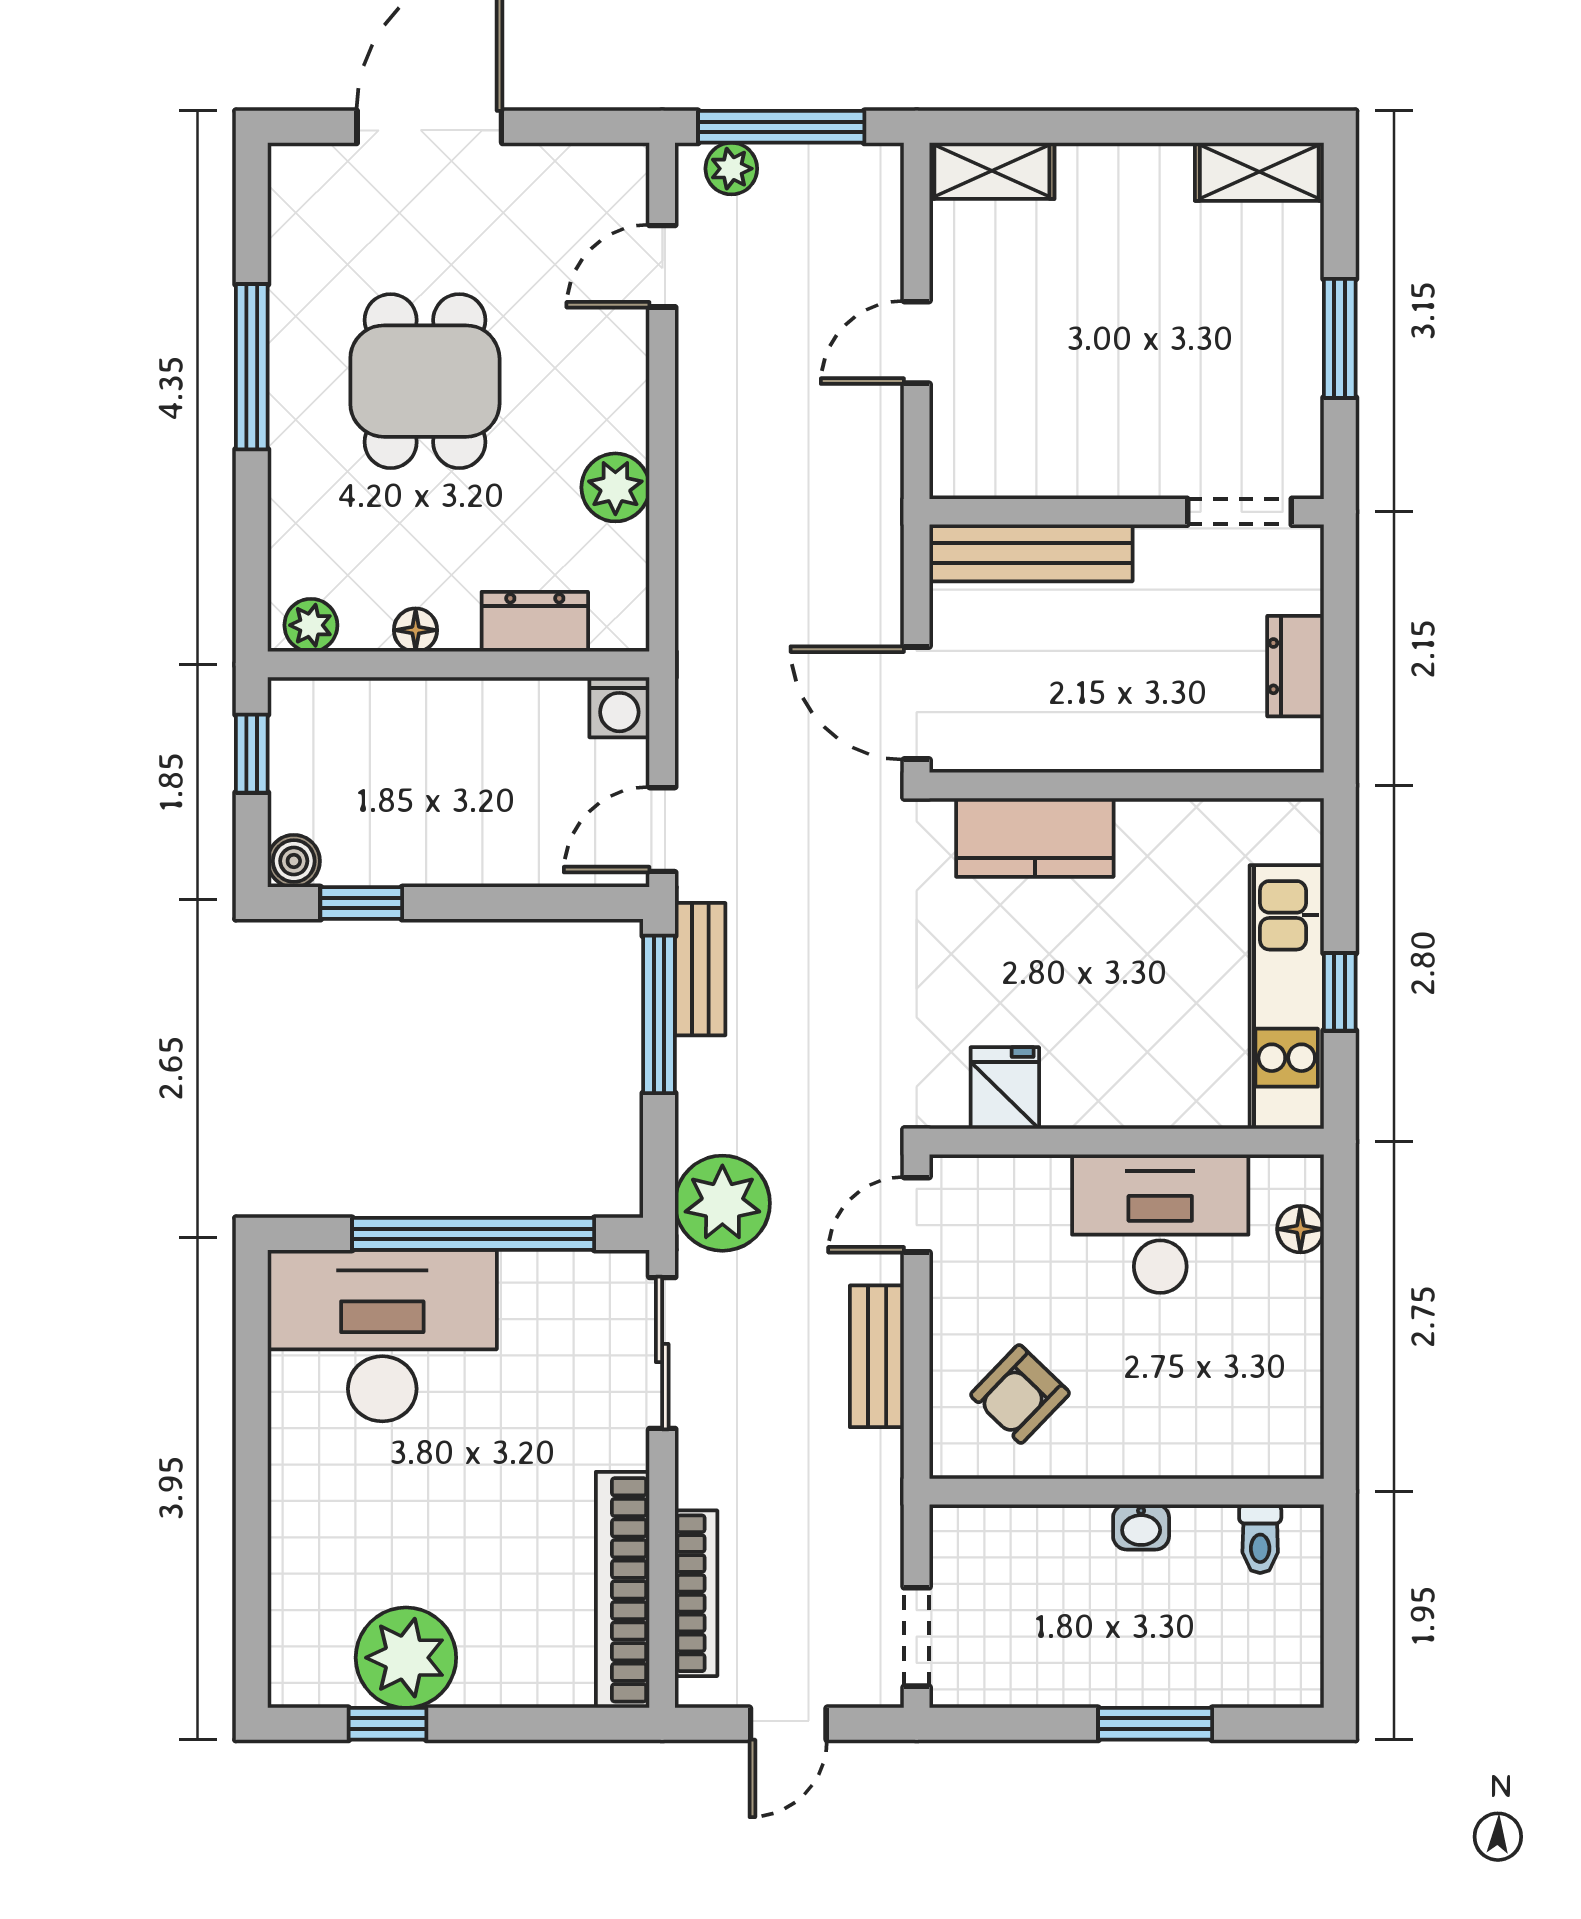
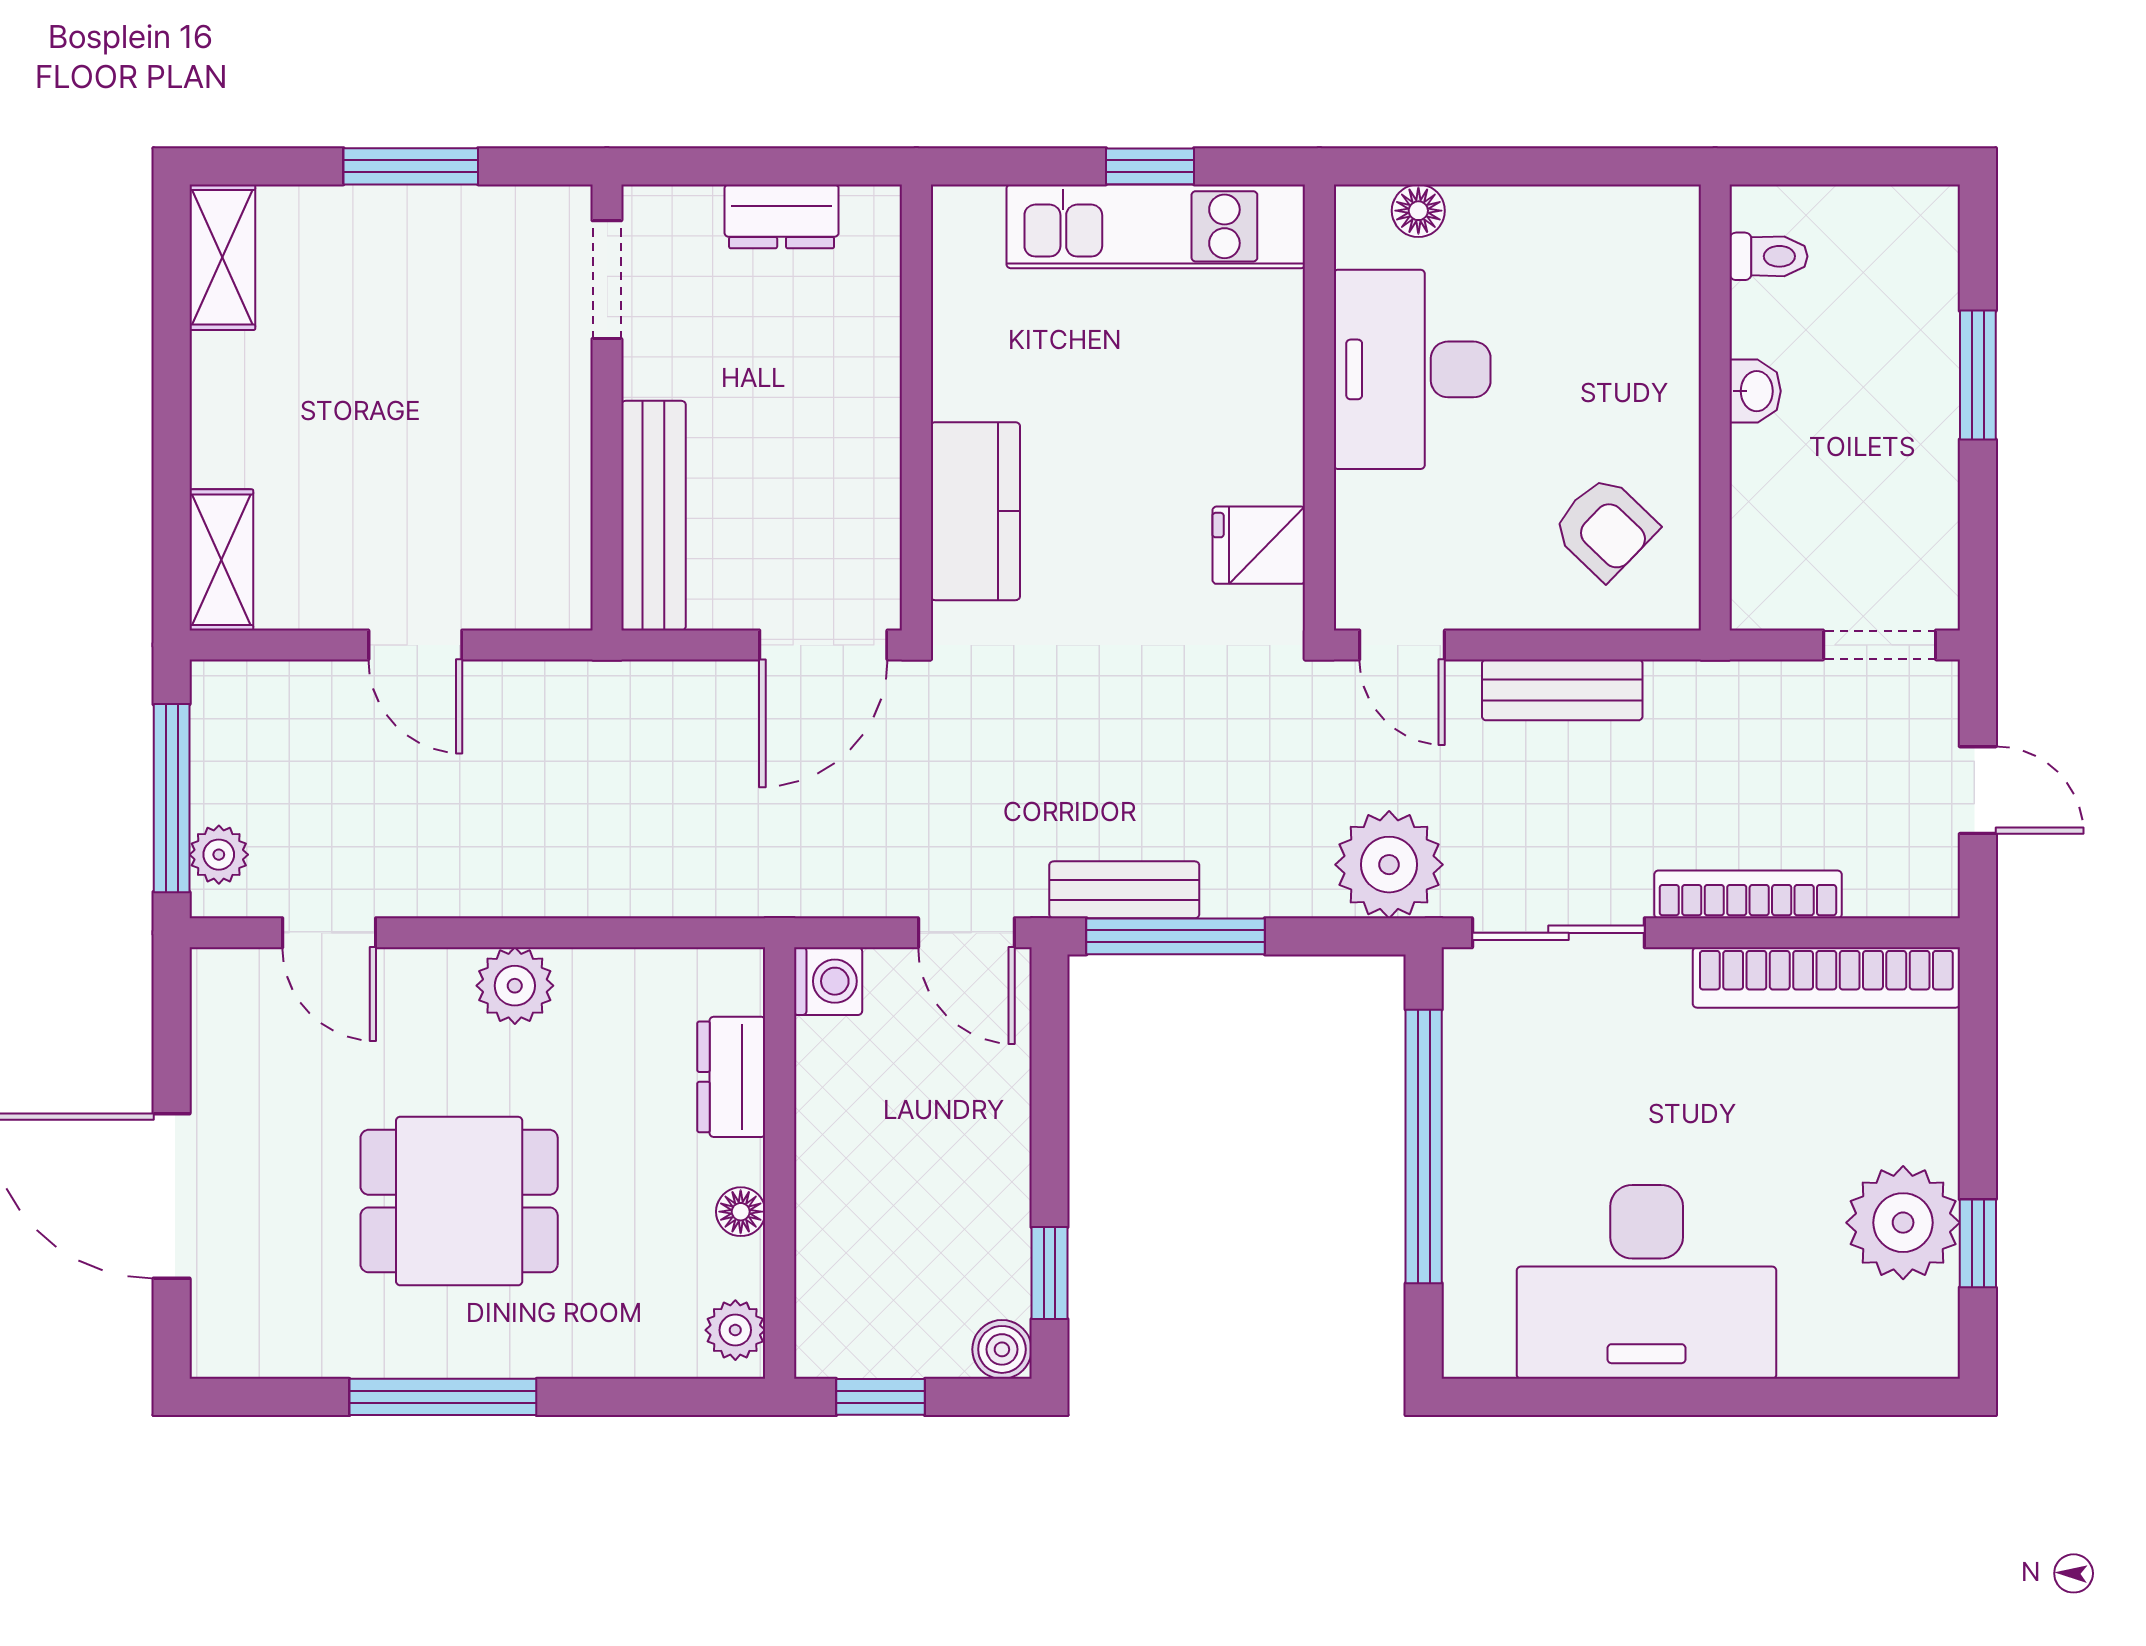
plant: (615, 487) -> (515, 986), moved
desk: (382, 1336) -> (1647, 1282), moved, turned -90
bookcase: (696, 1593) -> (1748, 894), moved

